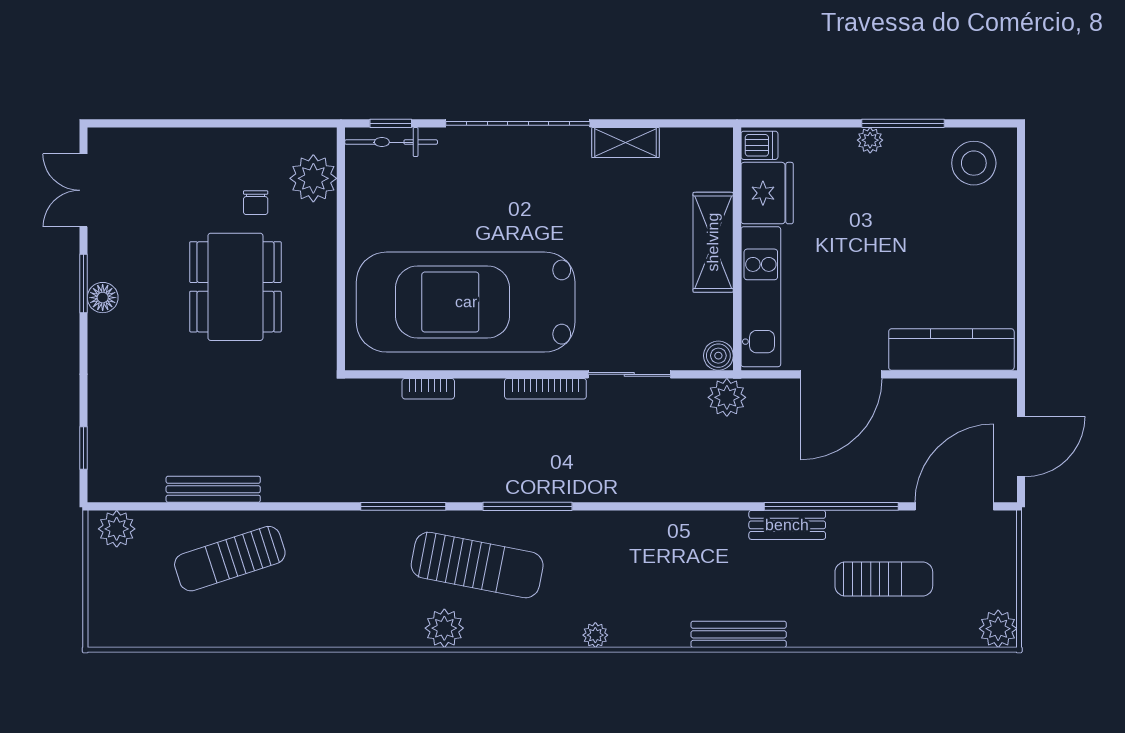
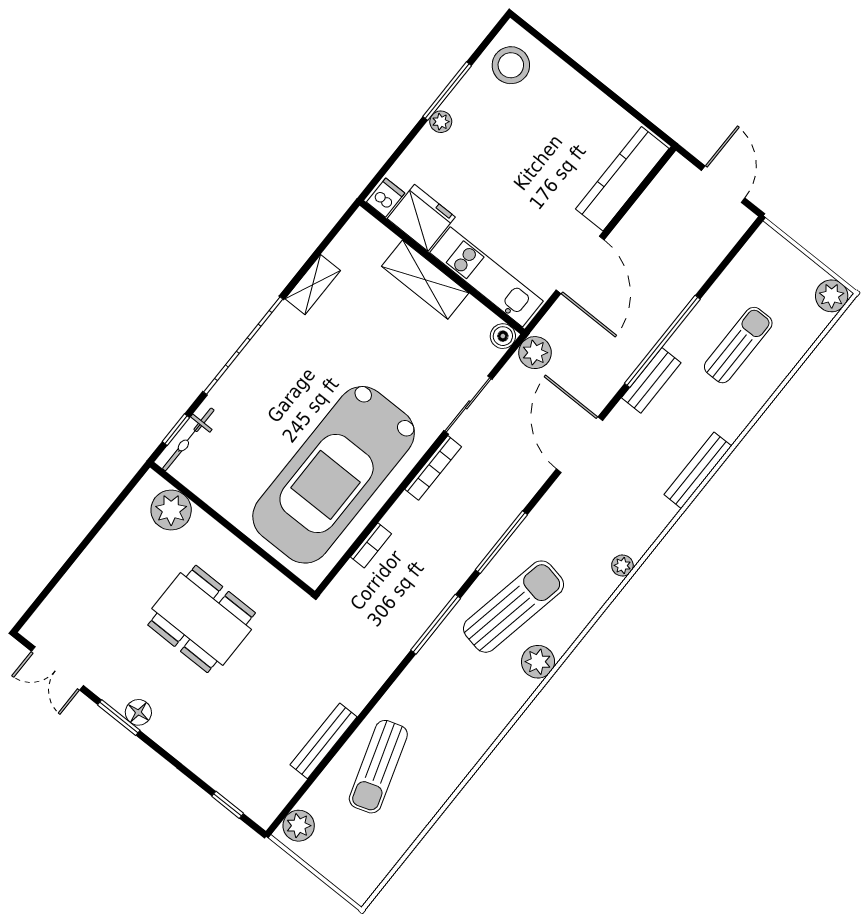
chair: (256, 203) -> (157, 561), removed
door: (954, 506) -> (579, 445), moved

